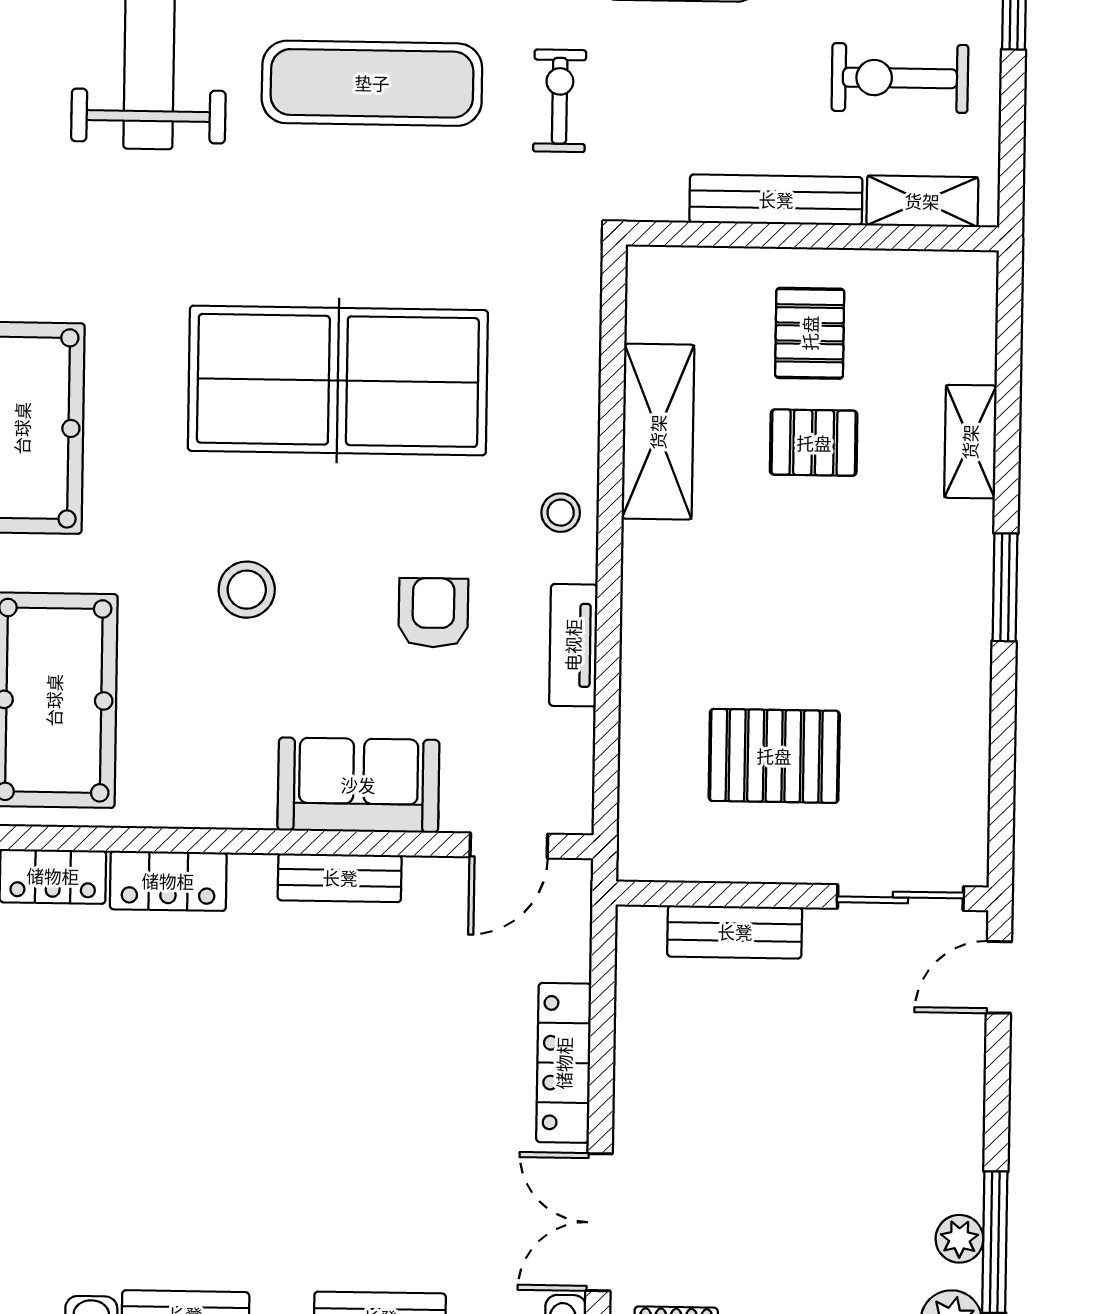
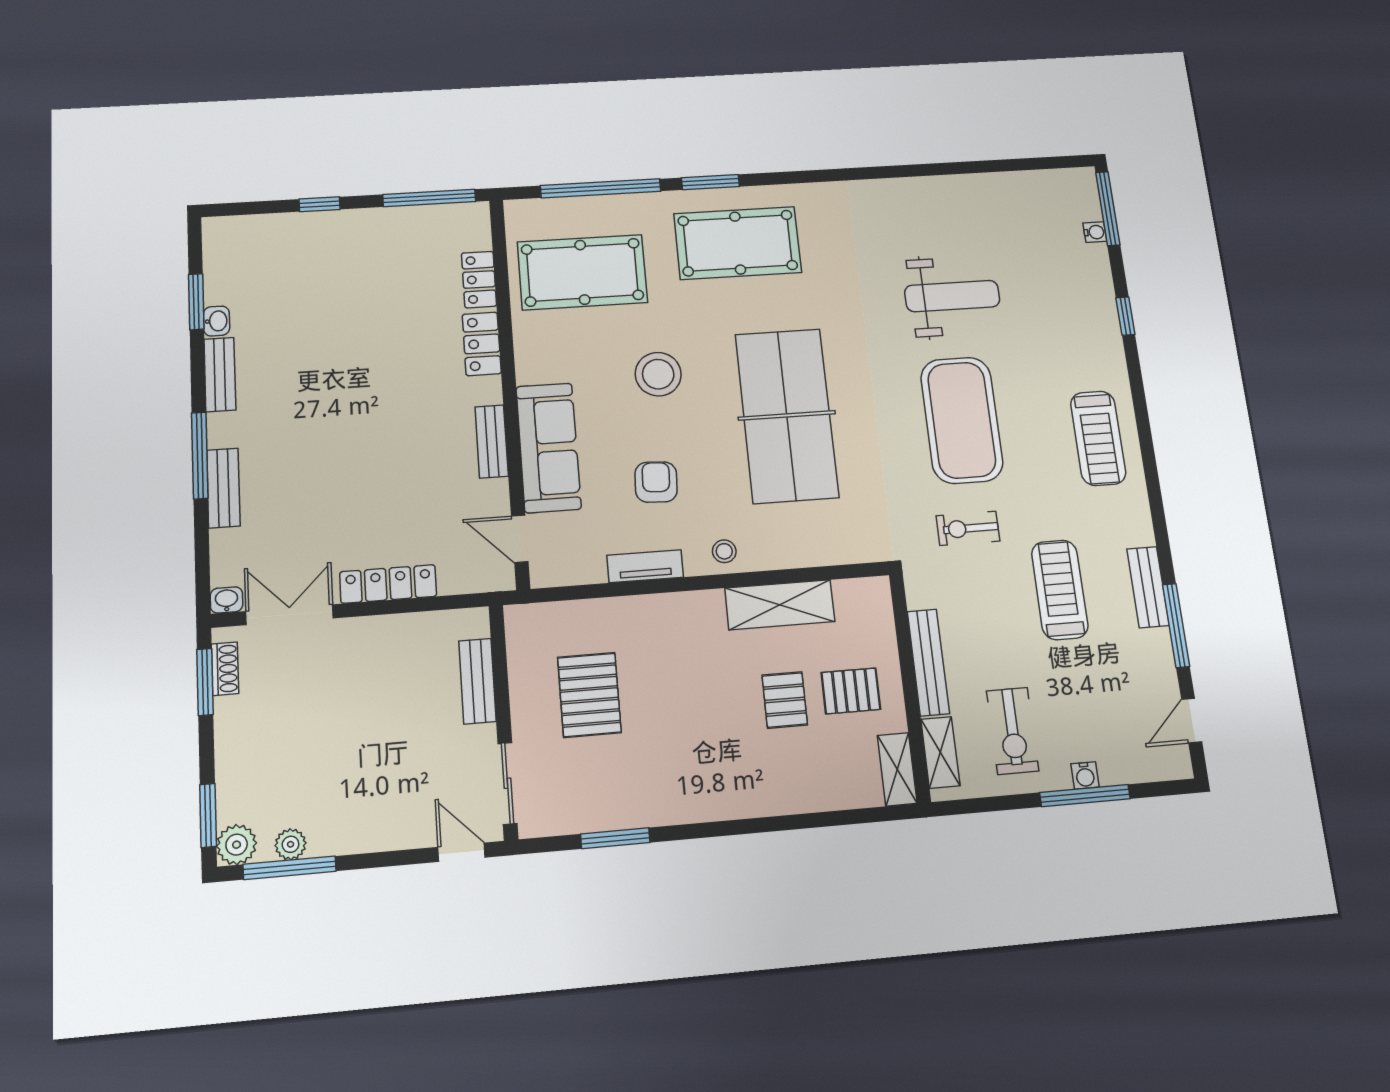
exercise bike: (900, 78) -> (1012, 731), turned 180
exercise mat: (372, 83) -> (962, 420), width x1.47
exercise bike: (560, 101) -> (968, 528), turned 180
shelving: (970, 442) -> (897, 769), moved, turned 90
window: (1005, 587) -> (615, 838), moved
stool: (247, 590) -> (658, 374), width x1.38, depth x1.38
armchair: (433, 613) -> (656, 482), turned -87
sofa: (358, 785) -> (548, 448), width x1.36

